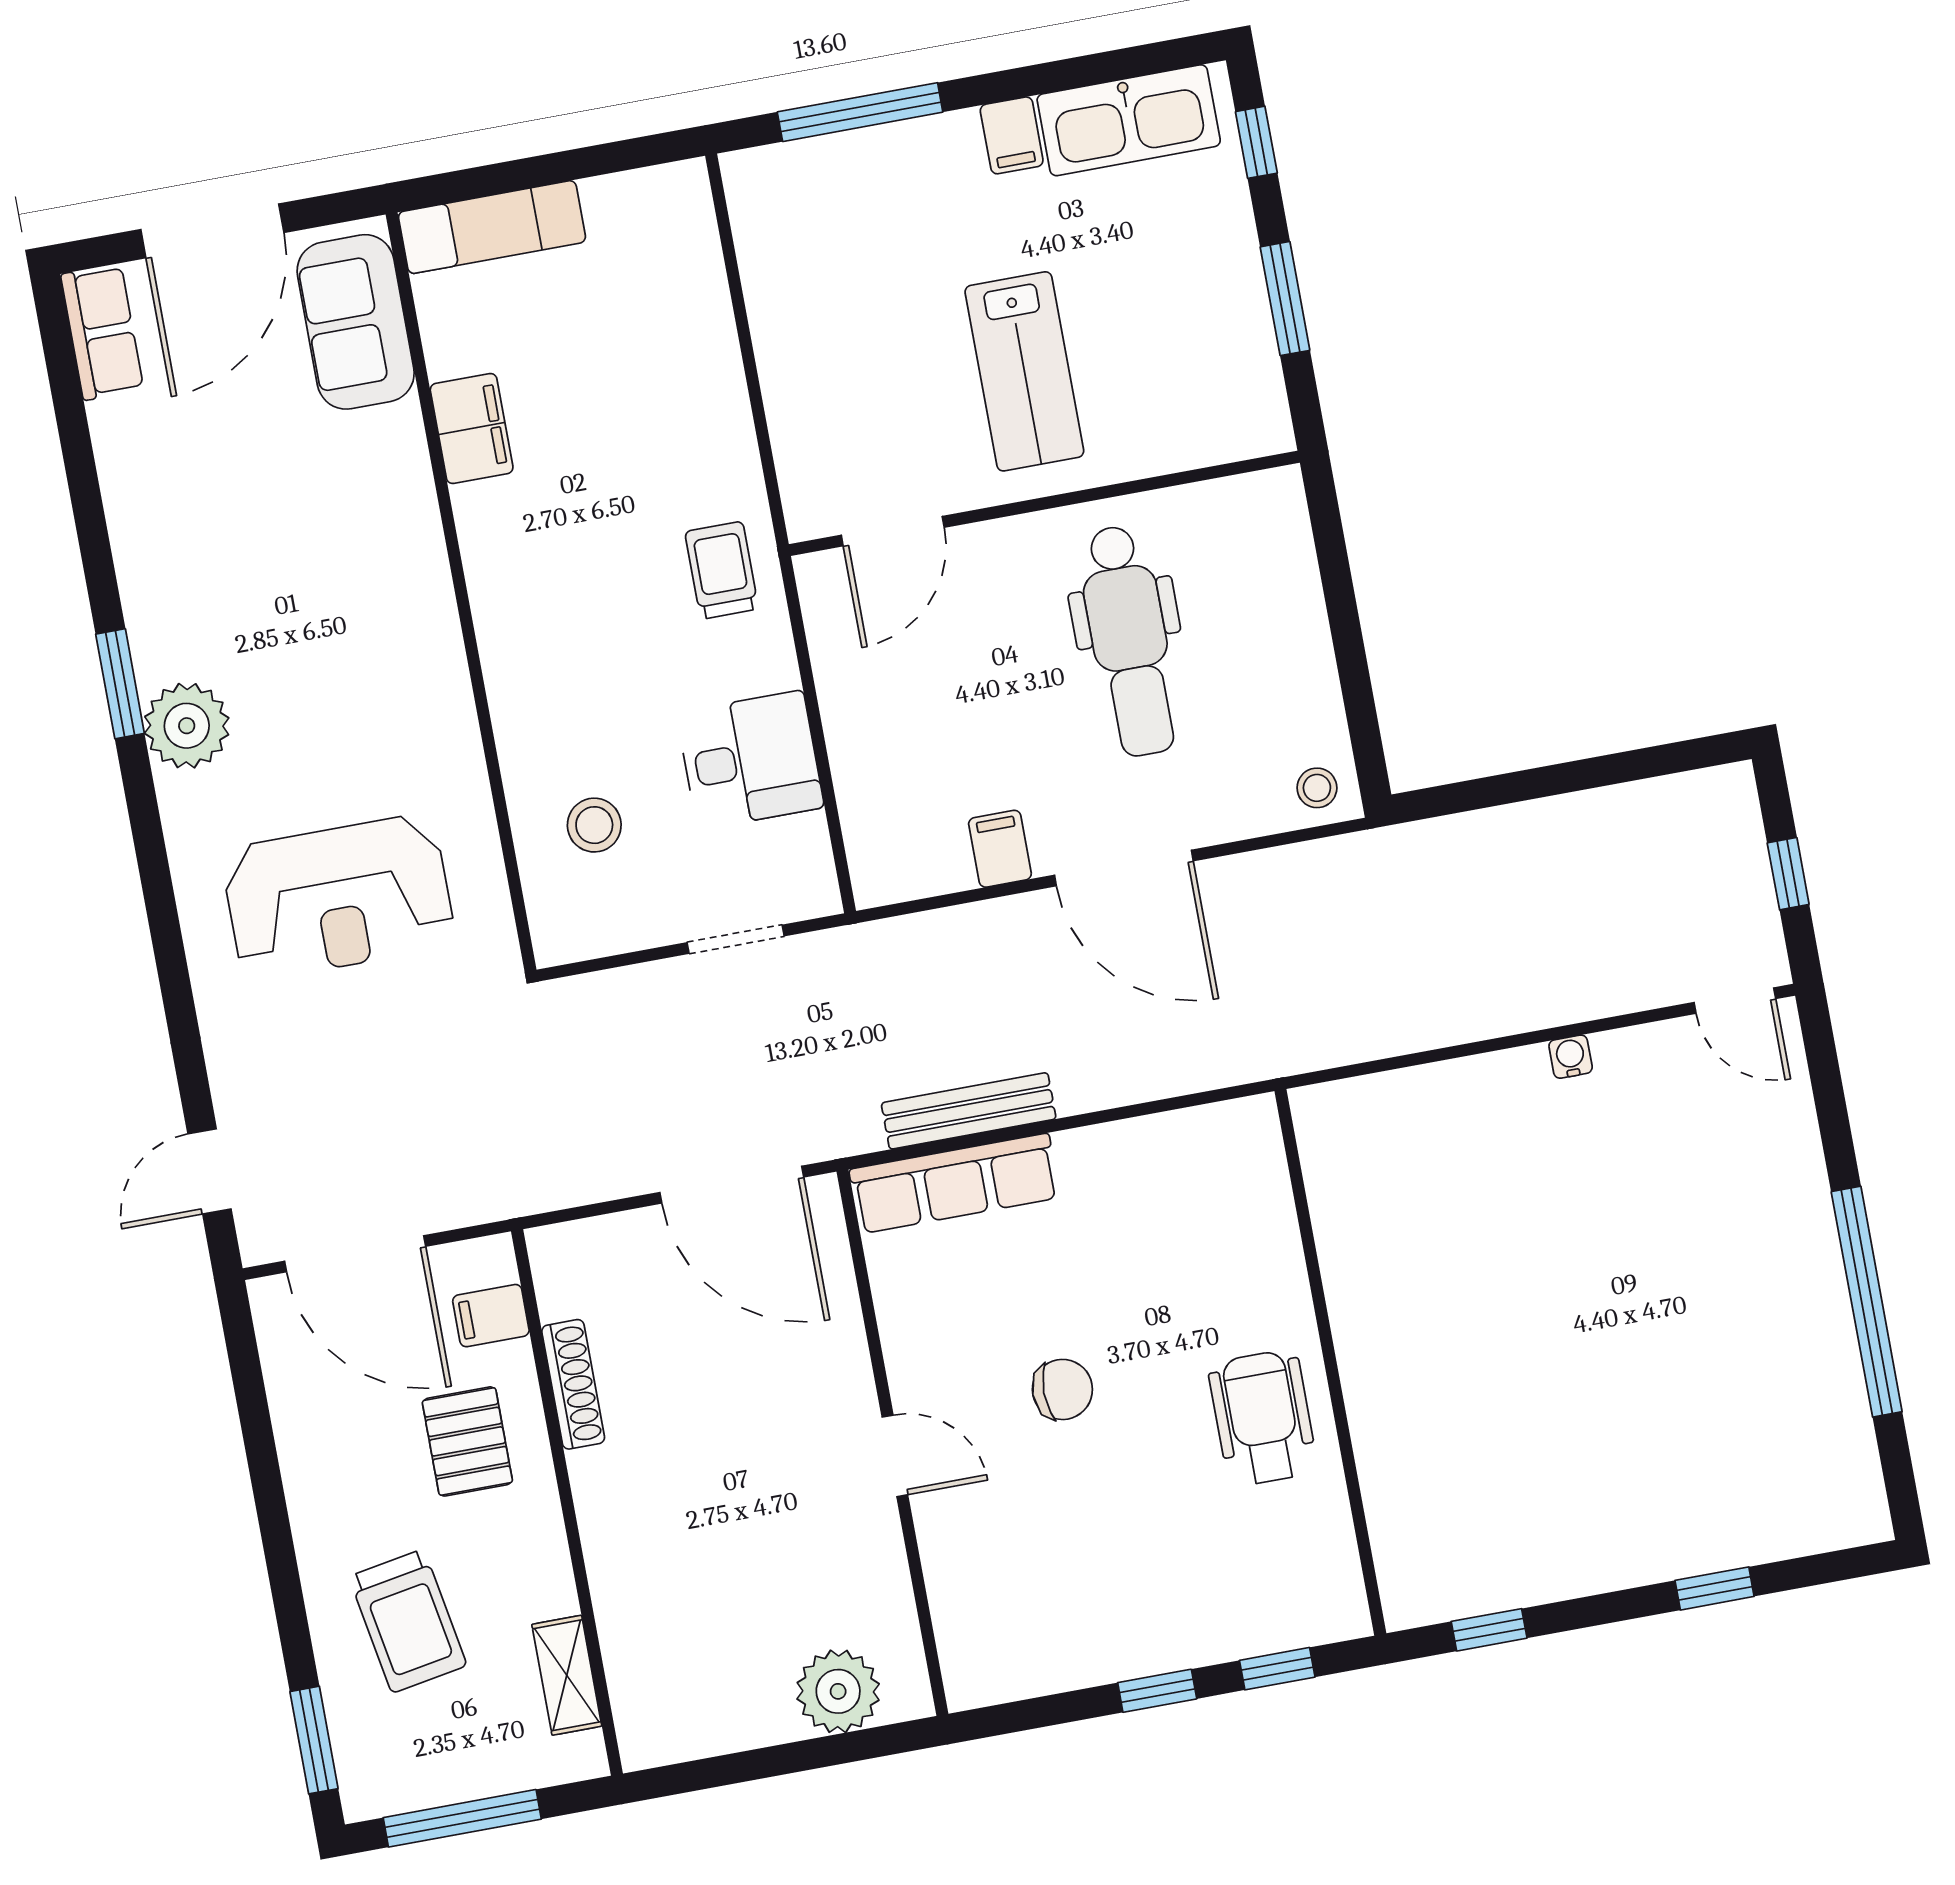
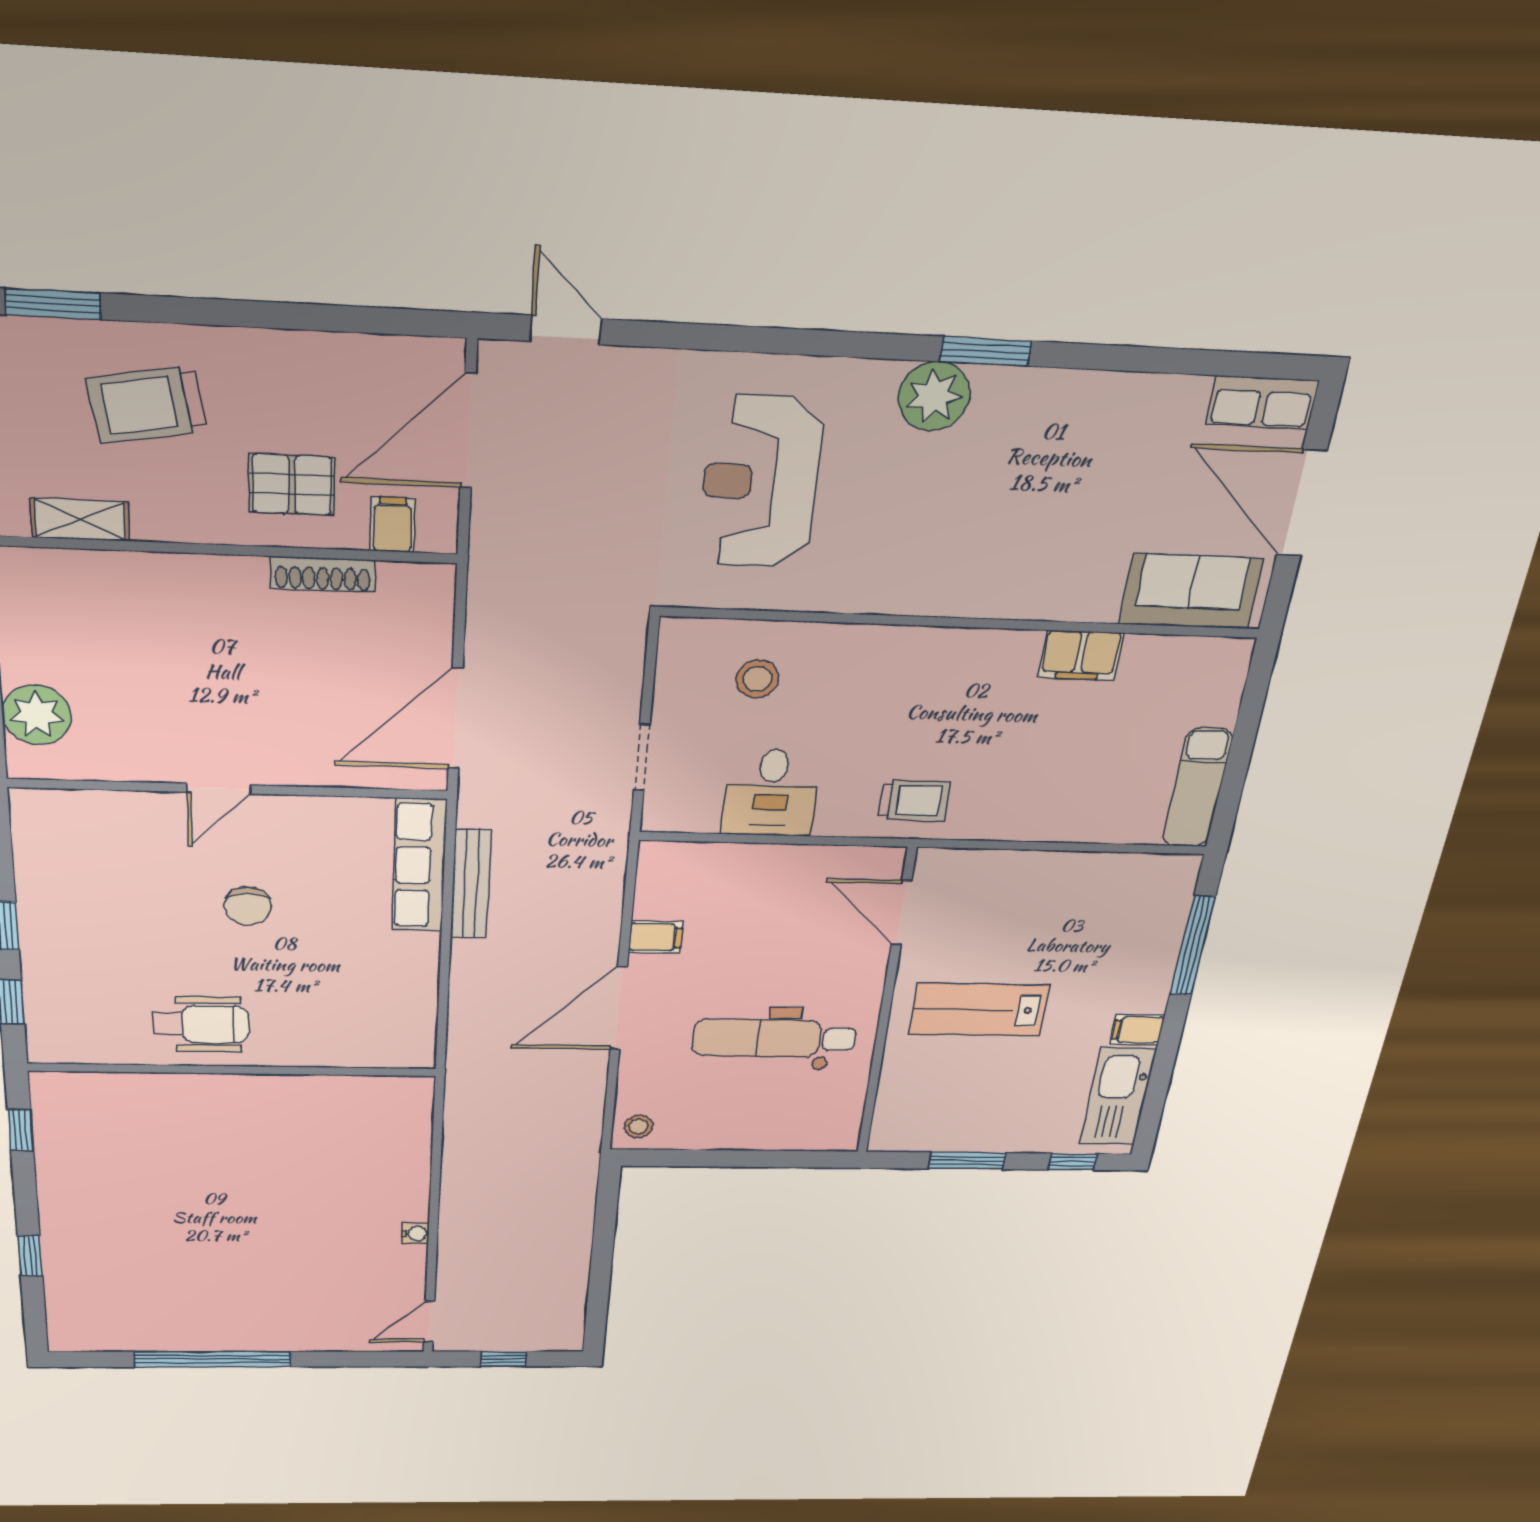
exam couch: (492, 227) -> (1197, 788), moved

